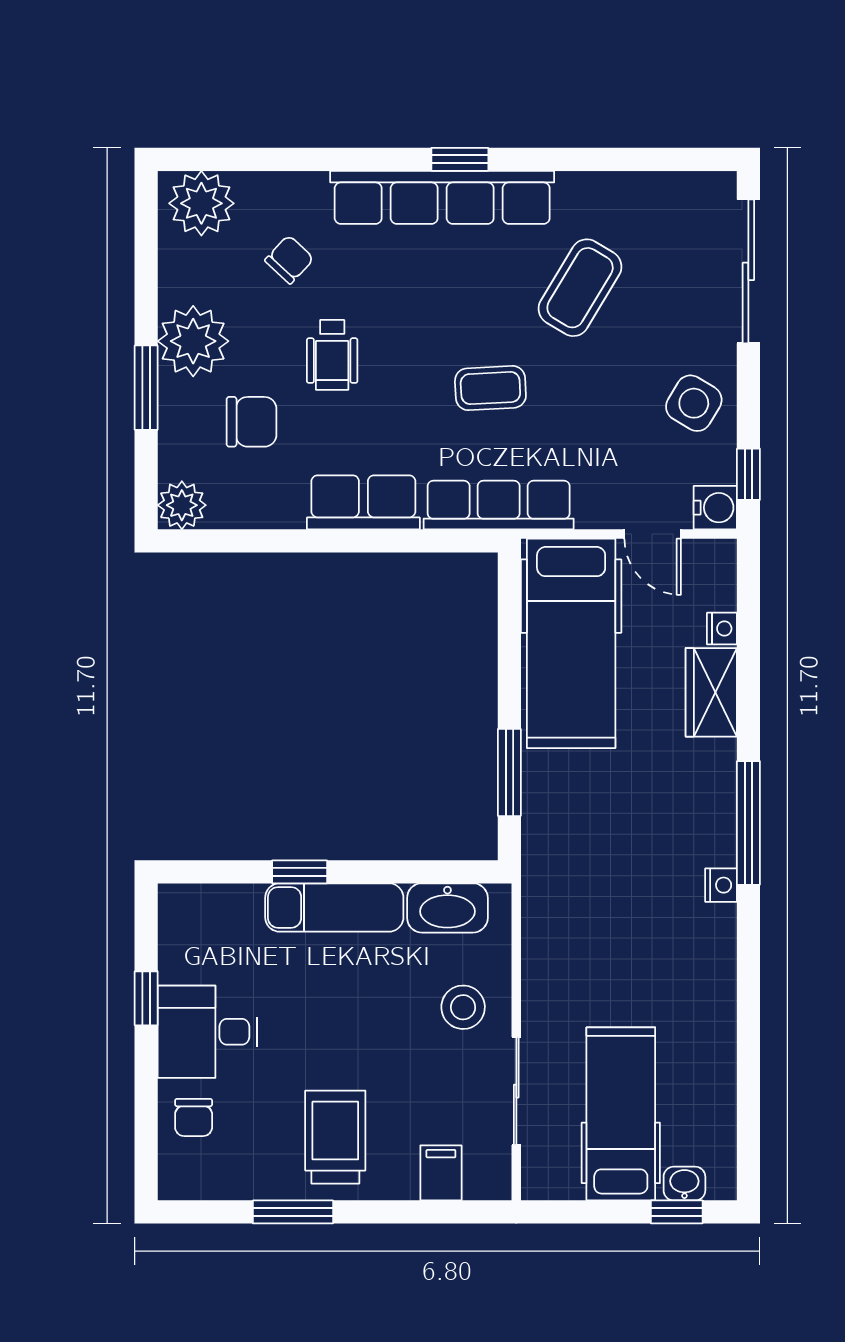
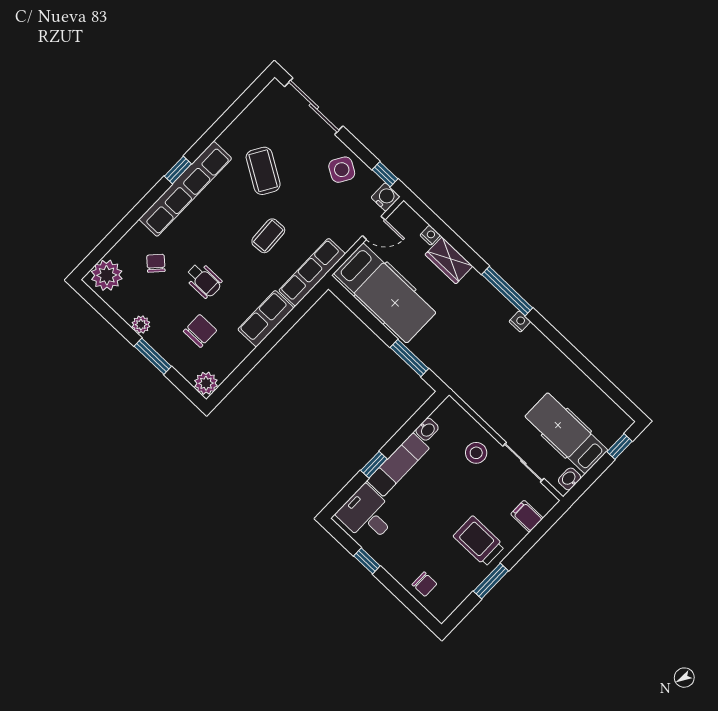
plant: (193, 341) -> (141, 325), width x0.53, depth x0.53
washbasin: (447, 908) -> (427, 429), width x0.52, depth x0.69
desk: (208, 1032) -> (367, 515), moved, turned 90
washbasin: (684, 1184) -> (569, 479), moved

